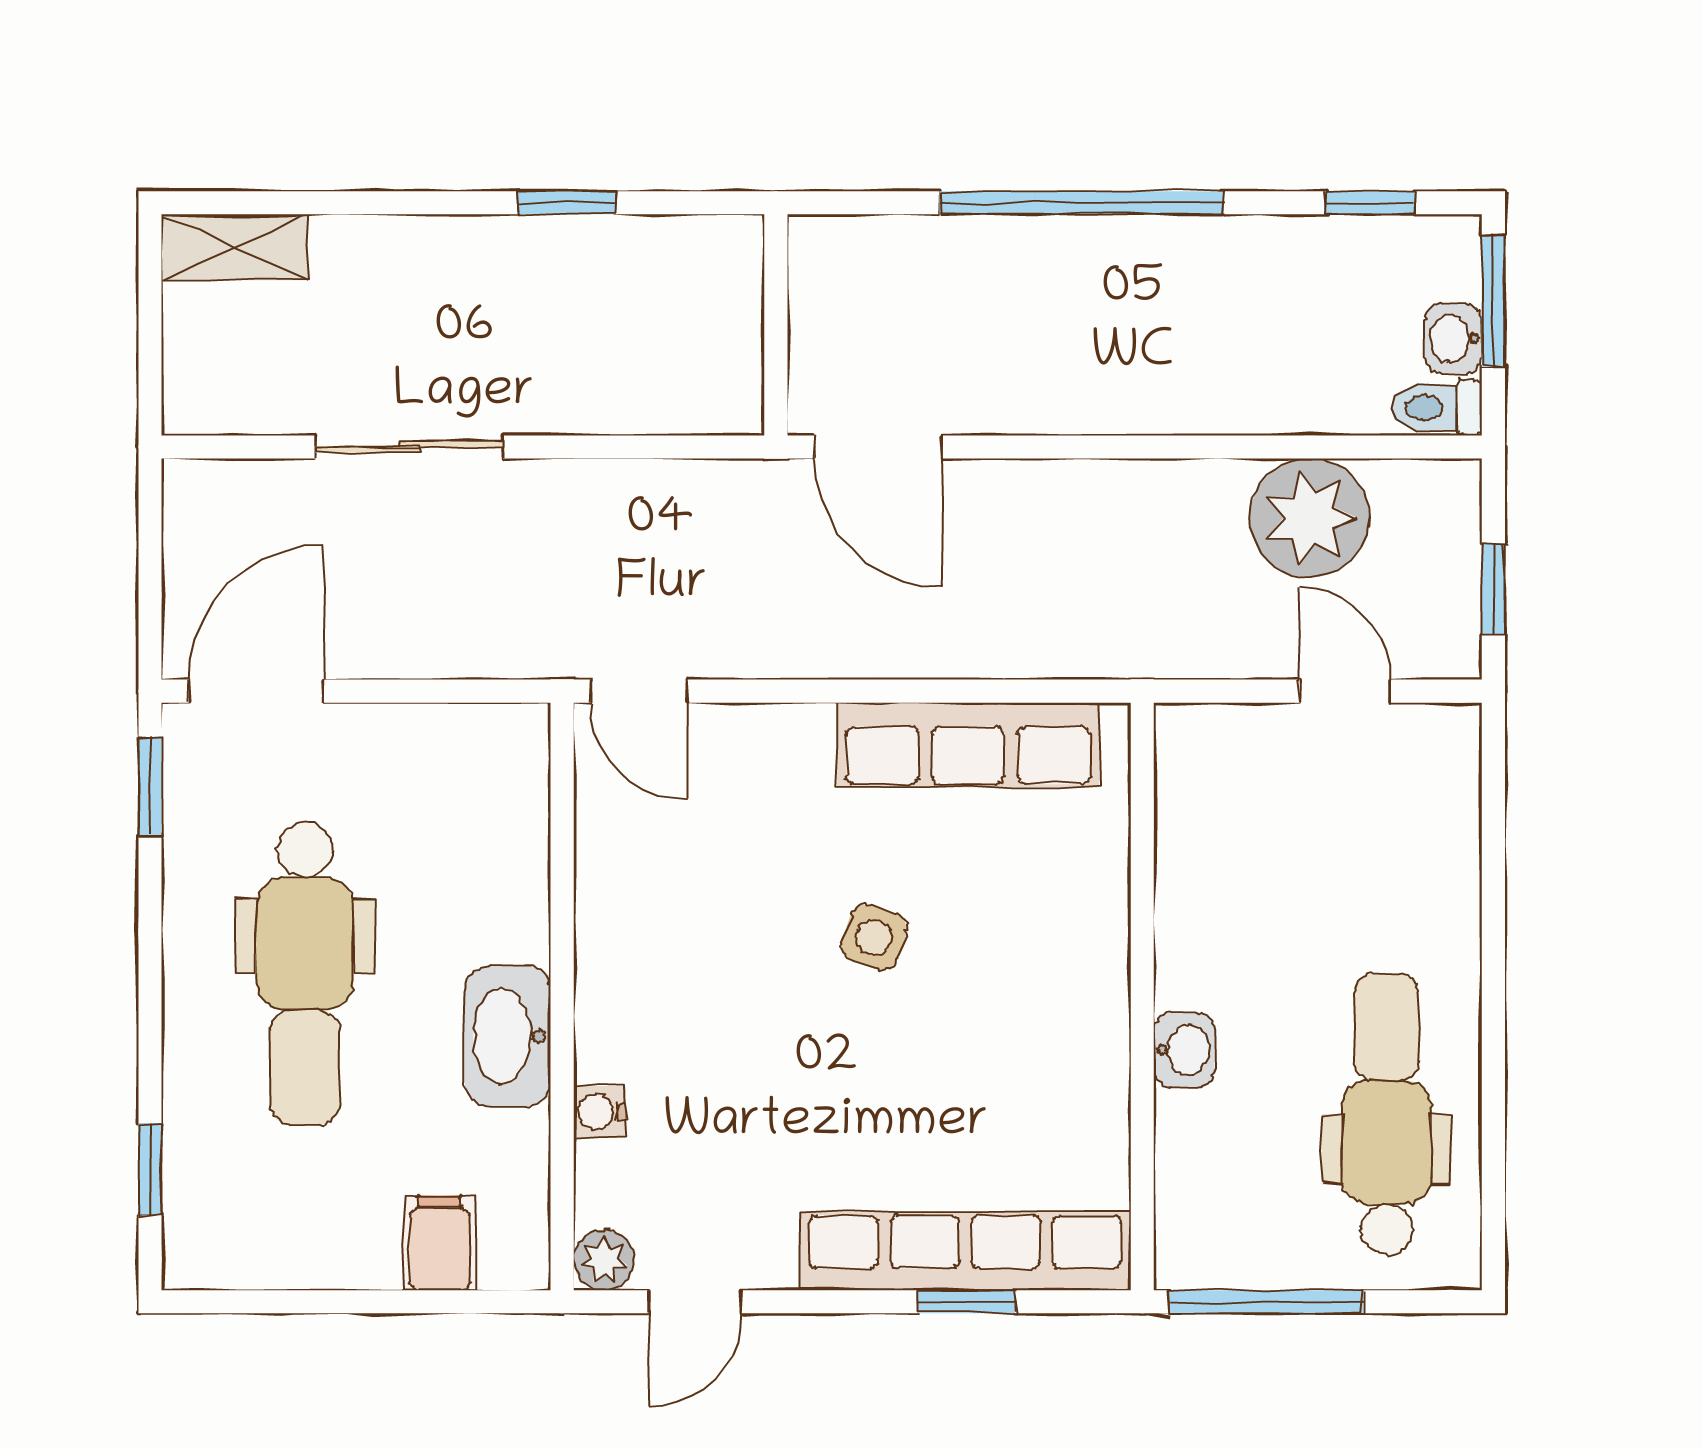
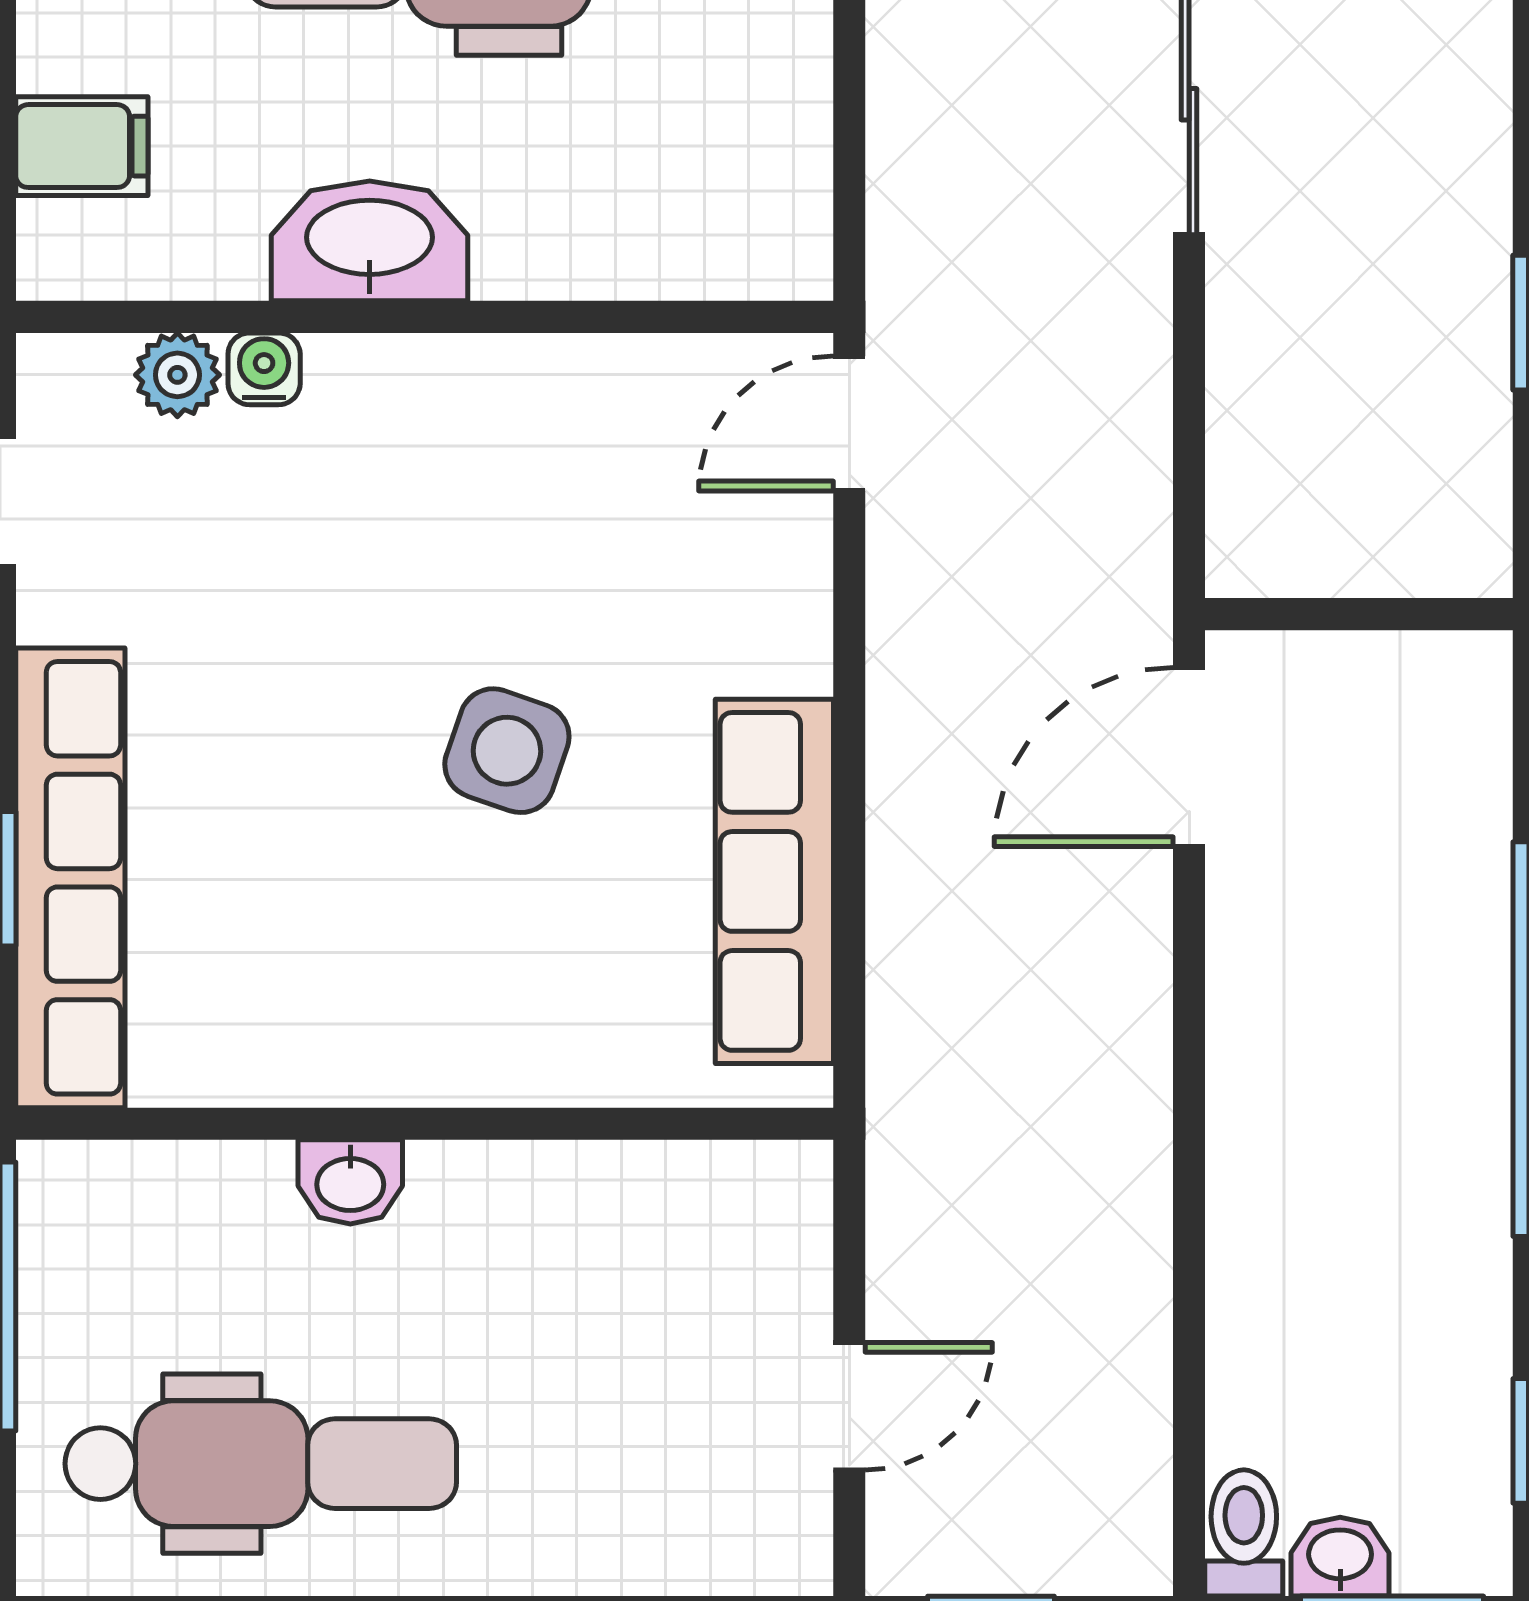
plant: (1310, 518) -> (1090, 1356), removed
side table: (874, 937) -> (507, 751), width x1.37, depth x1.37
plant: (604, 1260) -> (177, 375), moved

